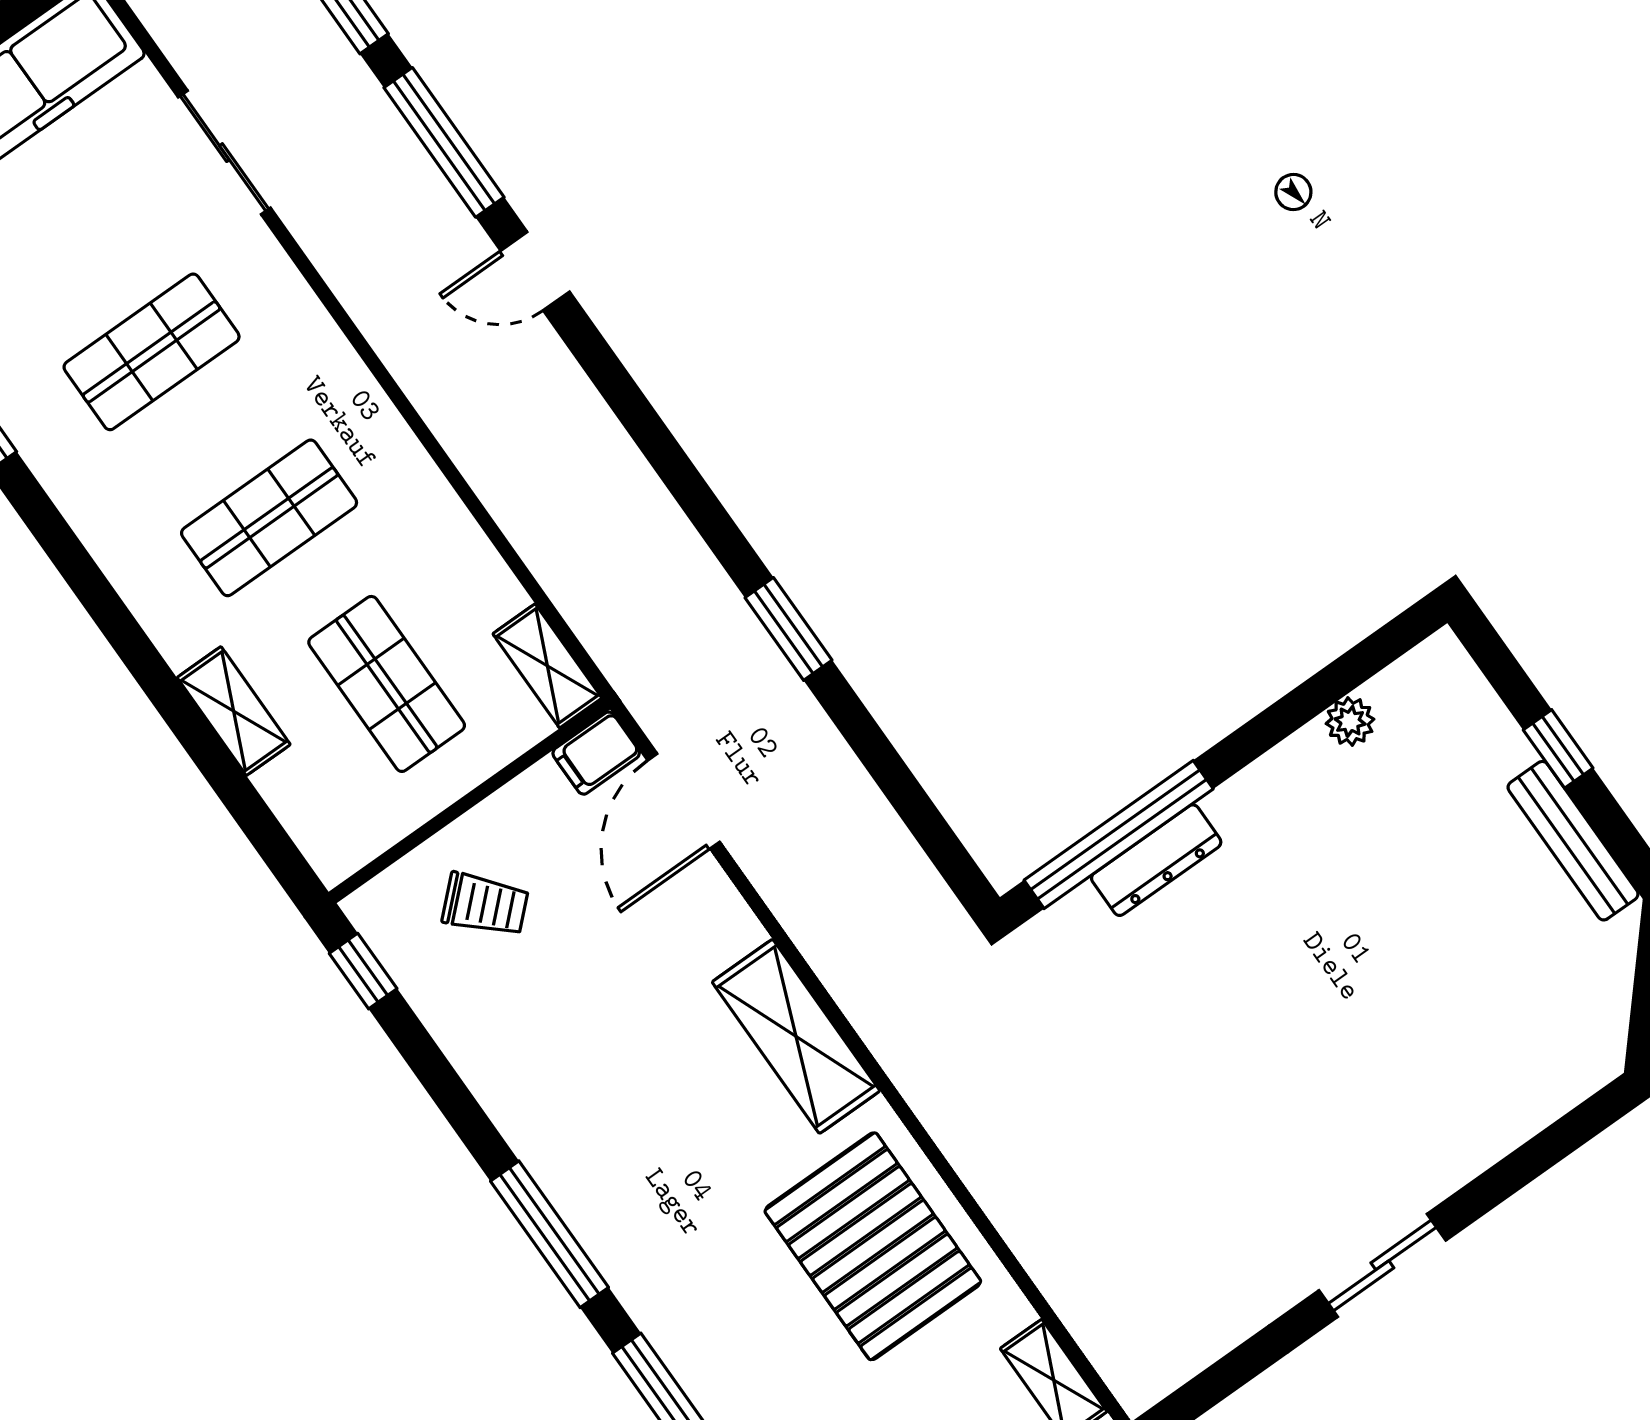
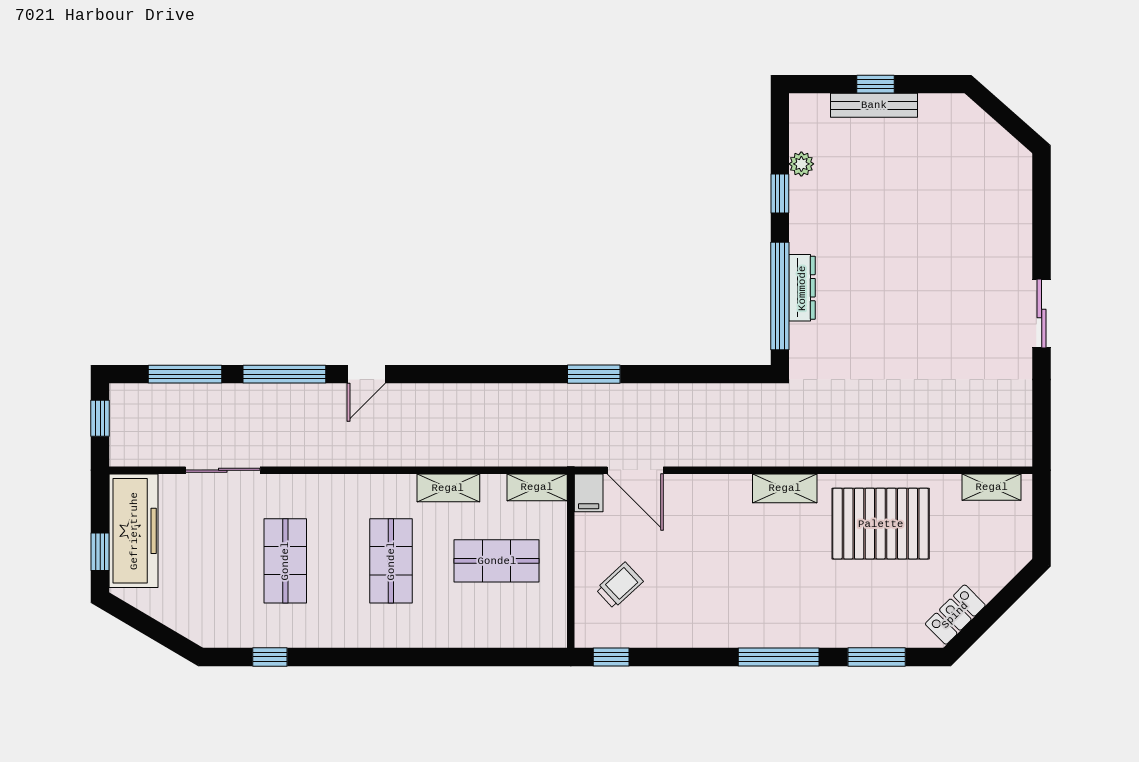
shelving: (234, 711) -> (448, 488), moved
window: (1280, 720) -> (780, 194), added
bench: (1573, 841) -> (874, 105), moved
shelving: (796, 1036) -> (785, 488), width x0.67, depth x0.75

